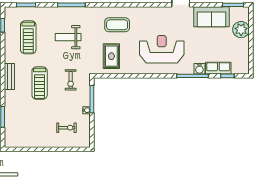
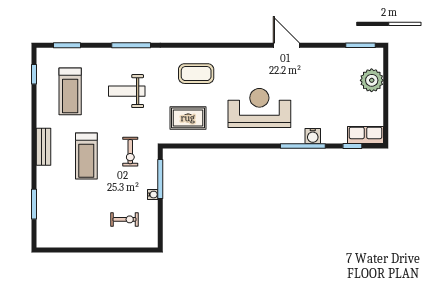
sofa: (211, 17) -> (330, 62), removed
rug: (111, 56) -> (188, 118), turned 90
row of seats: (218, 68) -> (365, 135), moved

